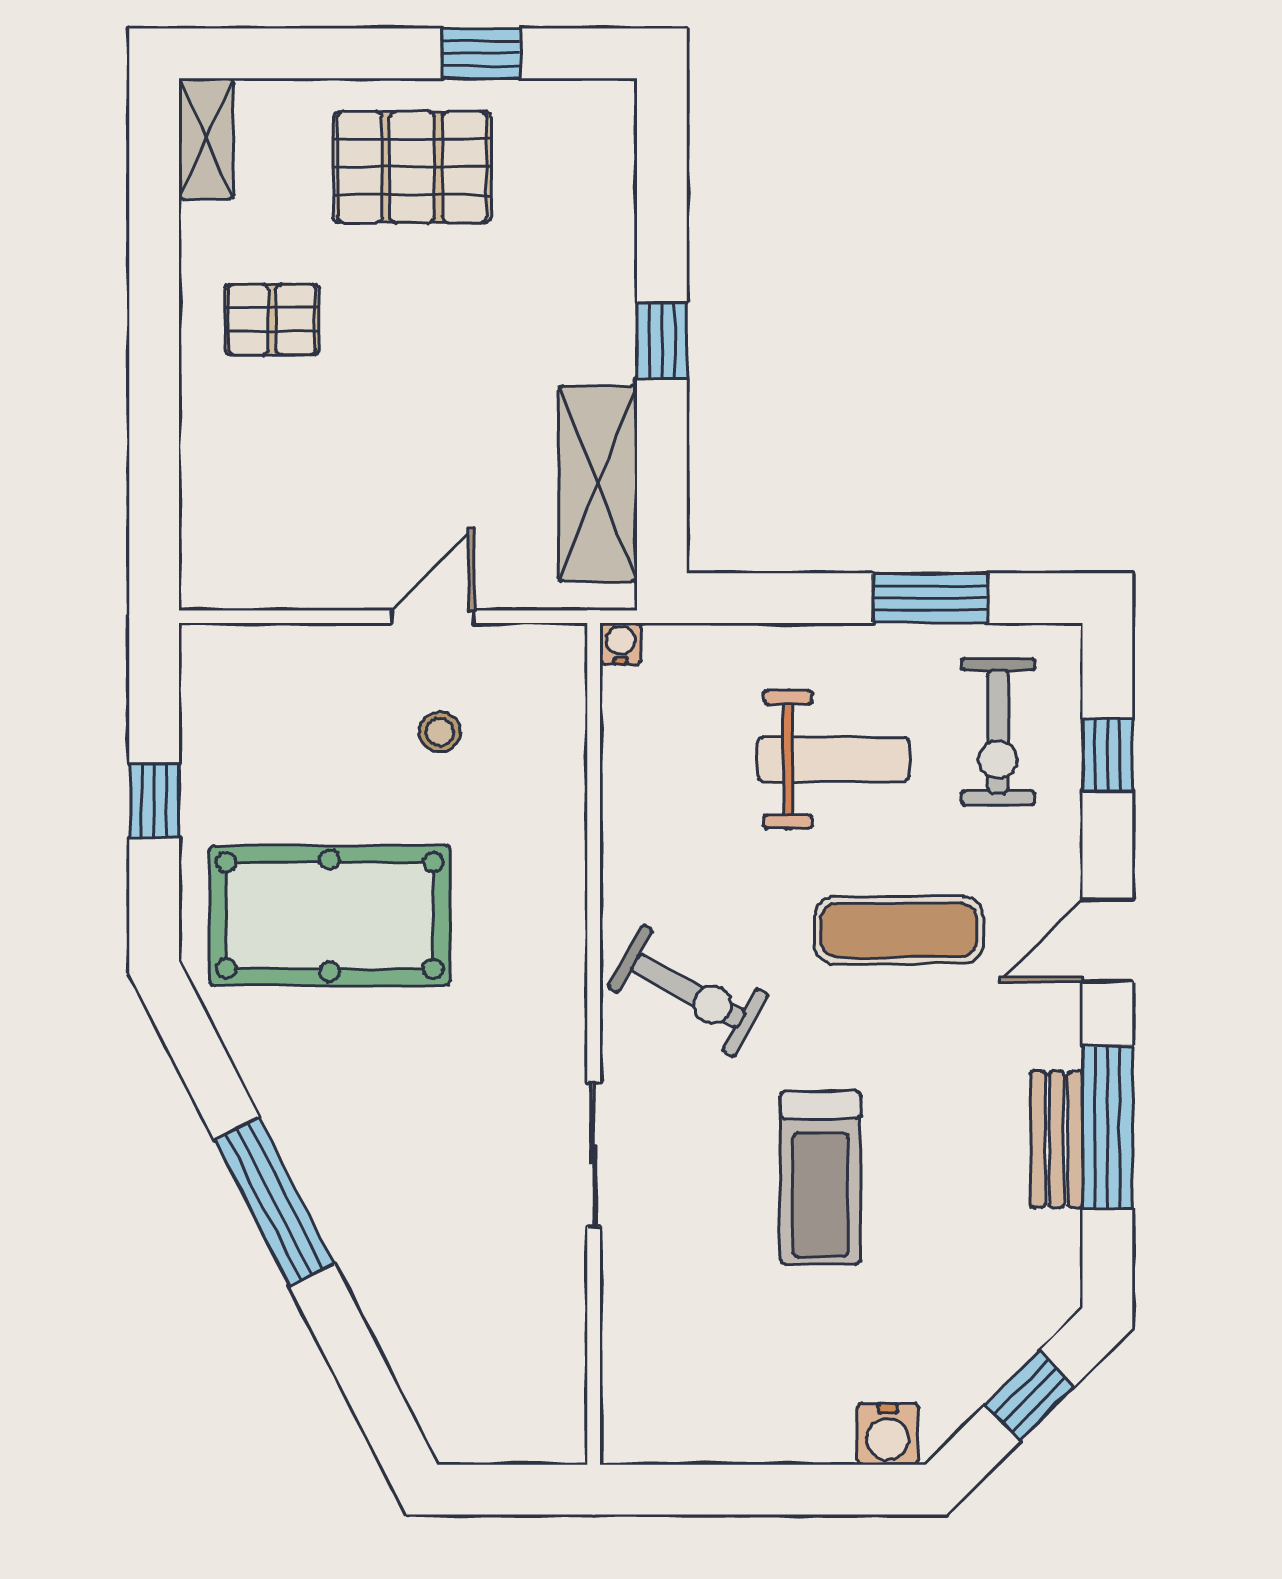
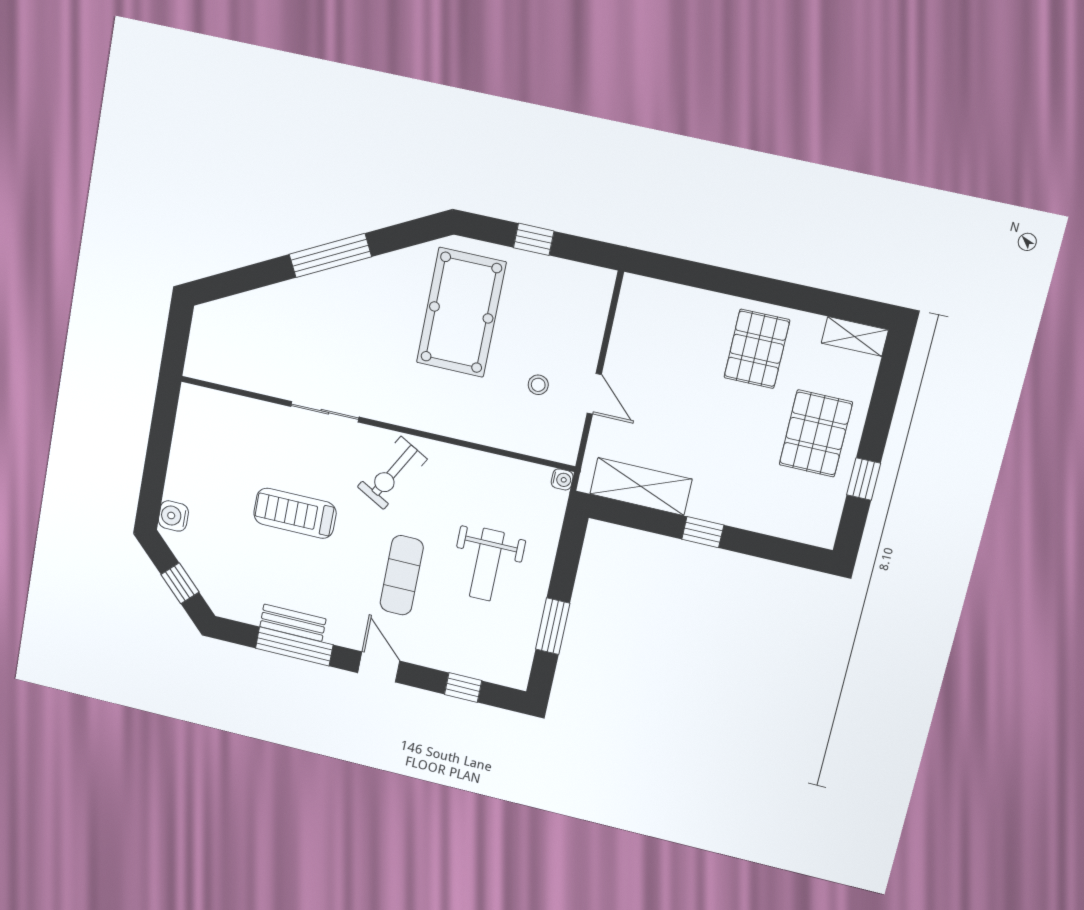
pallet: (272, 320) -> (757, 349), width x1.50, depth x1.42
exercise bike: (998, 732) -> (484, 642), removed

